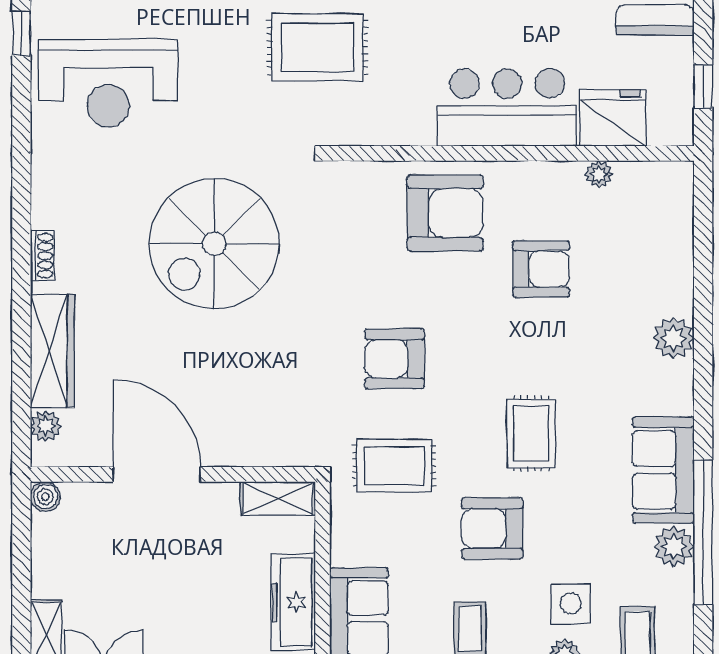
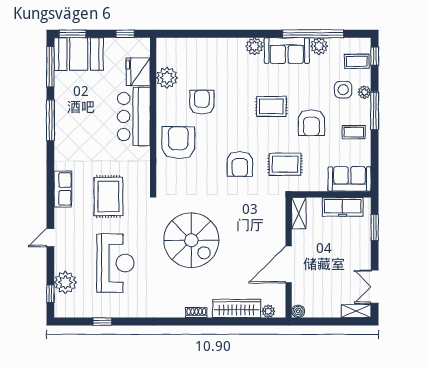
reception desk: (108, 83) -> (115, 263), moved
plant: (599, 174) -> (167, 78), width x1.88, depth x1.88
plant: (673, 338) -> (254, 46), moved
rug: (394, 466) -> (285, 164), turned 90

